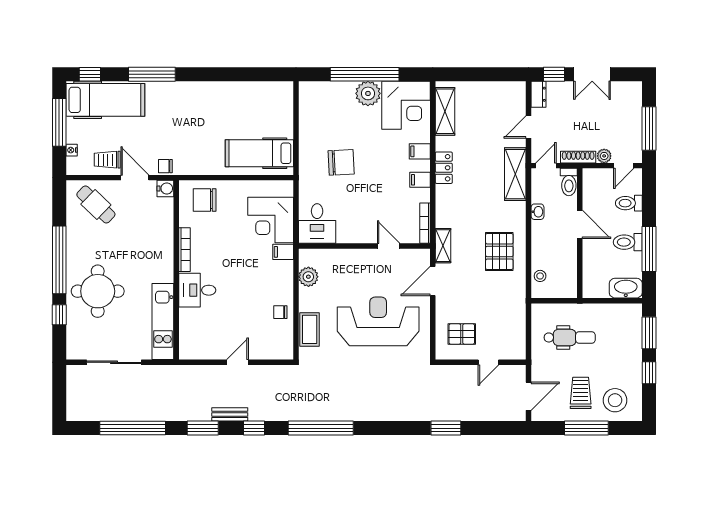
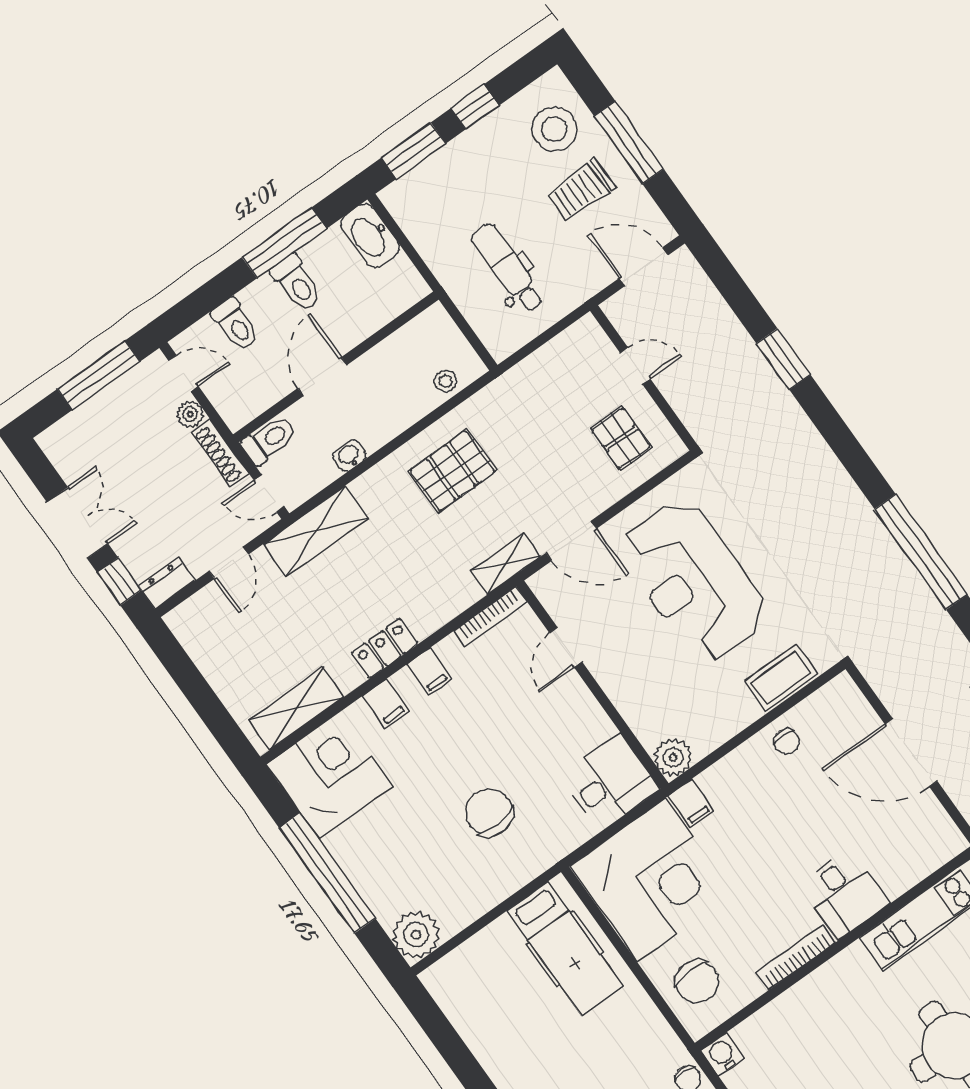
plant: (368, 93) -> (416, 935), moved
door: (528, 127) -> (229, 563), hinge flipped
corner desk: (271, 220) -> (652, 880), width x1.36, depth x1.36
plant: (308, 277) -> (673, 757), moved
door: (237, 362) -> (911, 753), width x1.88

